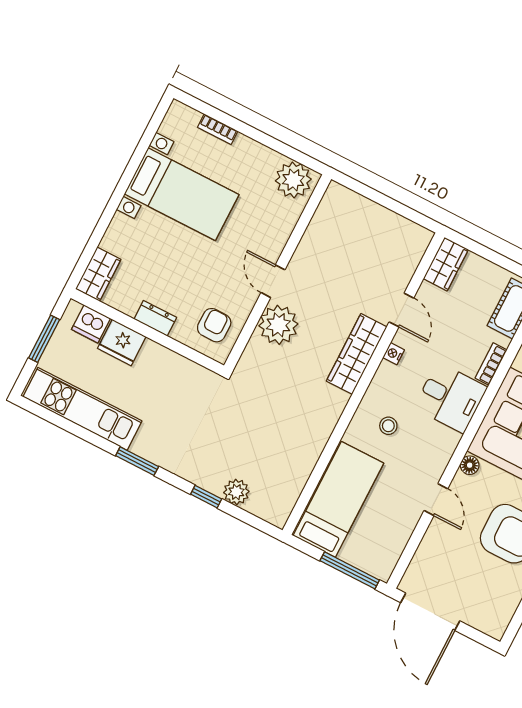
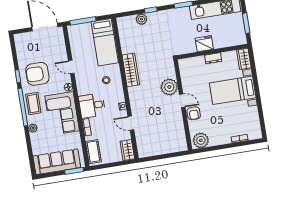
bed with nightstands: (182, 194) -> (233, 90), moved
dishwasher: (91, 324) -> (234, 40), removed
armchair: (214, 325) -> (194, 113), moved
fridge: (122, 343) -> (204, 44), moved
wardrobe: (357, 354) -> (131, 70), moved

